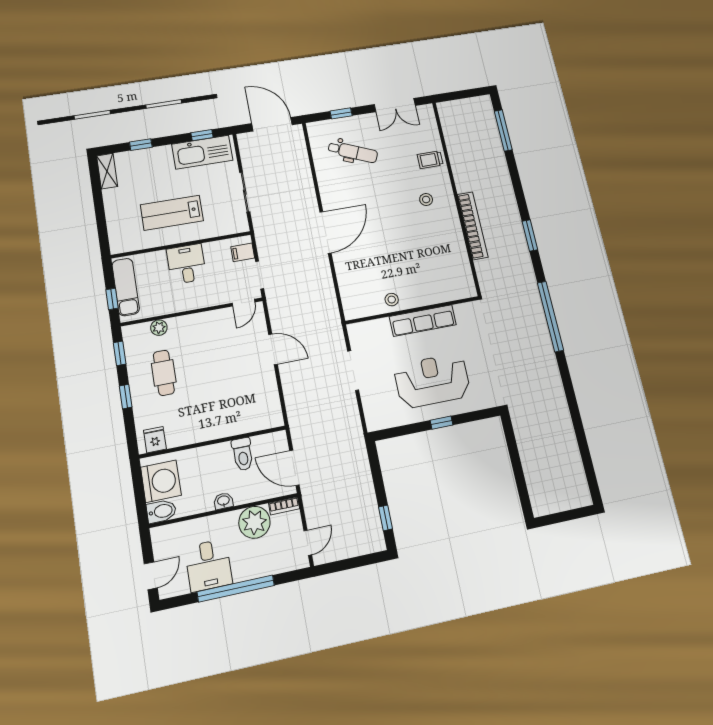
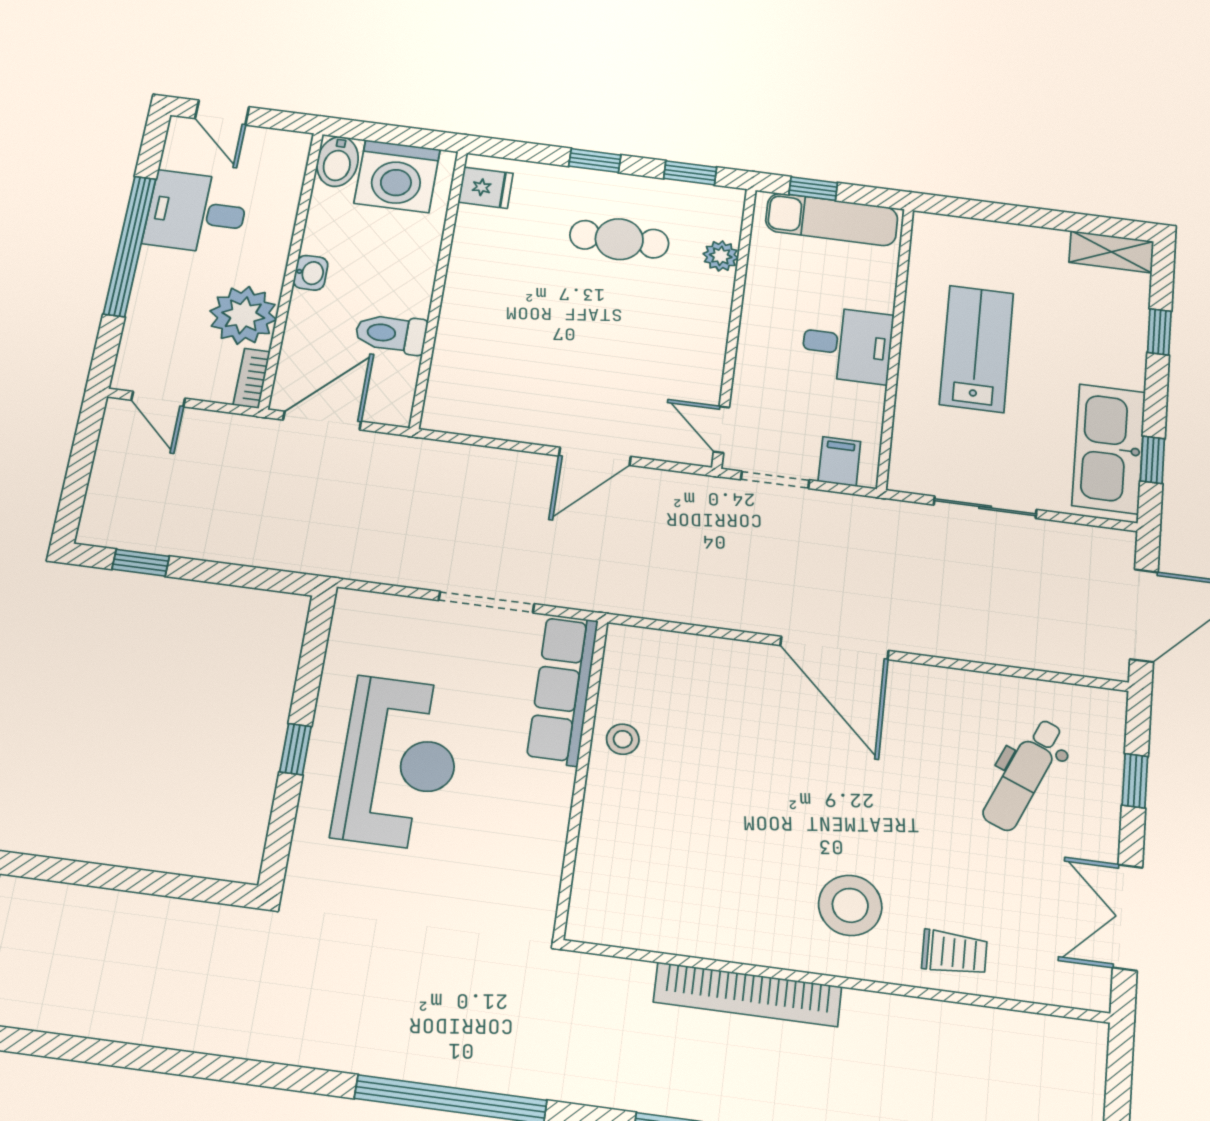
trolley: (430, 160) -> (954, 953), turned 90
stool: (426, 200) -> (850, 905), width x1.89, depth x1.89
row of seats: (423, 321) -> (562, 690), moved

